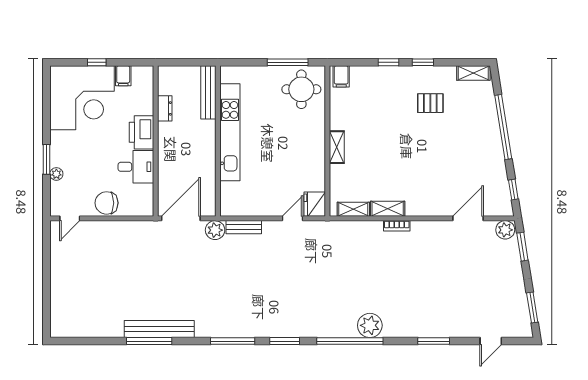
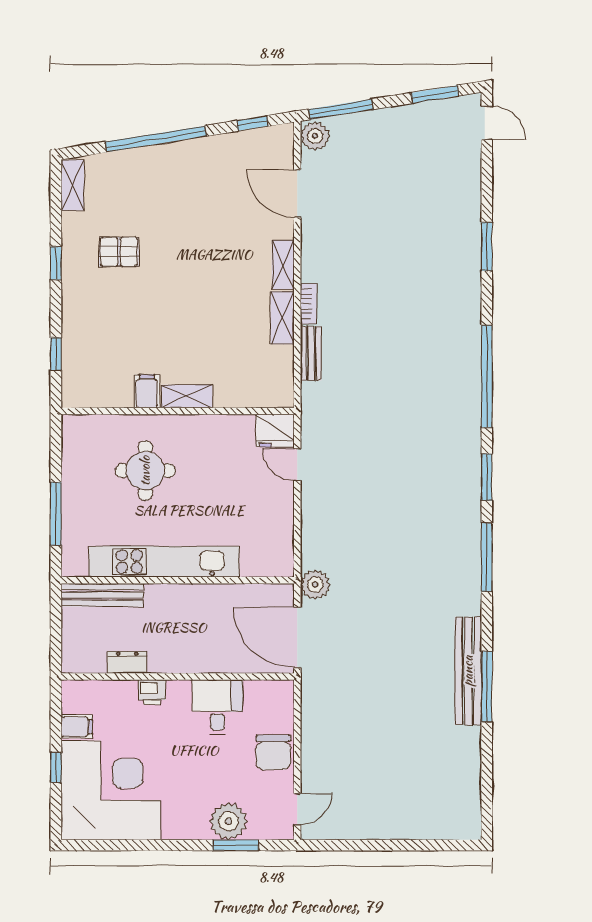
window: (288, 62) -> (56, 514), moved
window: (389, 62) -> (56, 354), moved
filing cabinet: (341, 76) -> (147, 391), moved, turned -90
round table: (301, 89) -> (145, 471), moved
pallet: (430, 103) -> (119, 252), turned 90
printer: (142, 132) -> (152, 692), width x0.53, depth x0.68
window: (47, 159) -> (236, 845), moved
plant: (56, 174) -> (228, 821), width x1.88, depth x1.88
shelving: (353, 209) -> (283, 265), moved
door: (70, 218) -> (297, 809), hinge flipped
bench: (244, 227) -> (311, 353), moved
window: (522, 247) -> (341, 109), width x1.44
plant: (370, 325) -> (463, 345), removed
door: (491, 341) -> (487, 123), moved

